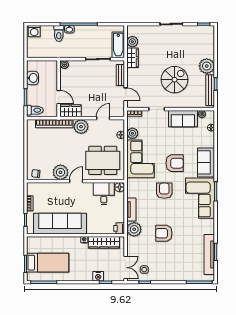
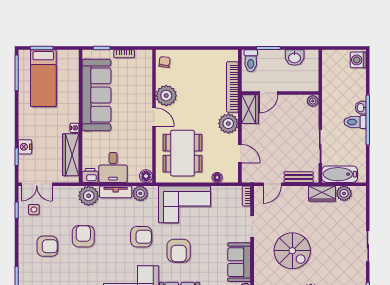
toilet: (59, 33) -> (355, 122), moved
plant: (132, 133) -> (140, 193), moved
desk: (104, 194) -> (113, 167), moved, turned 90
armchair: (171, 260) -> (47, 246), added

